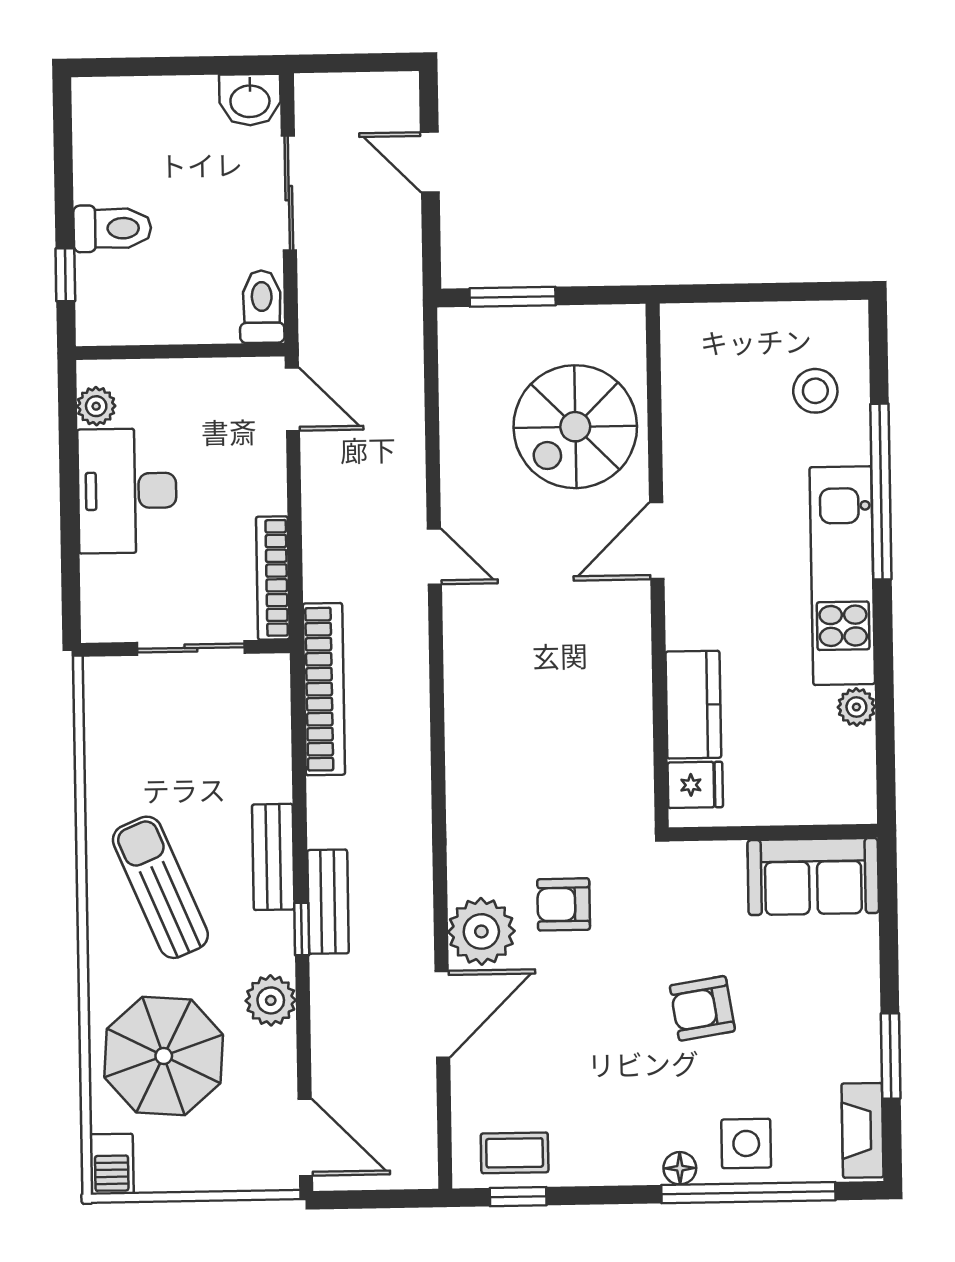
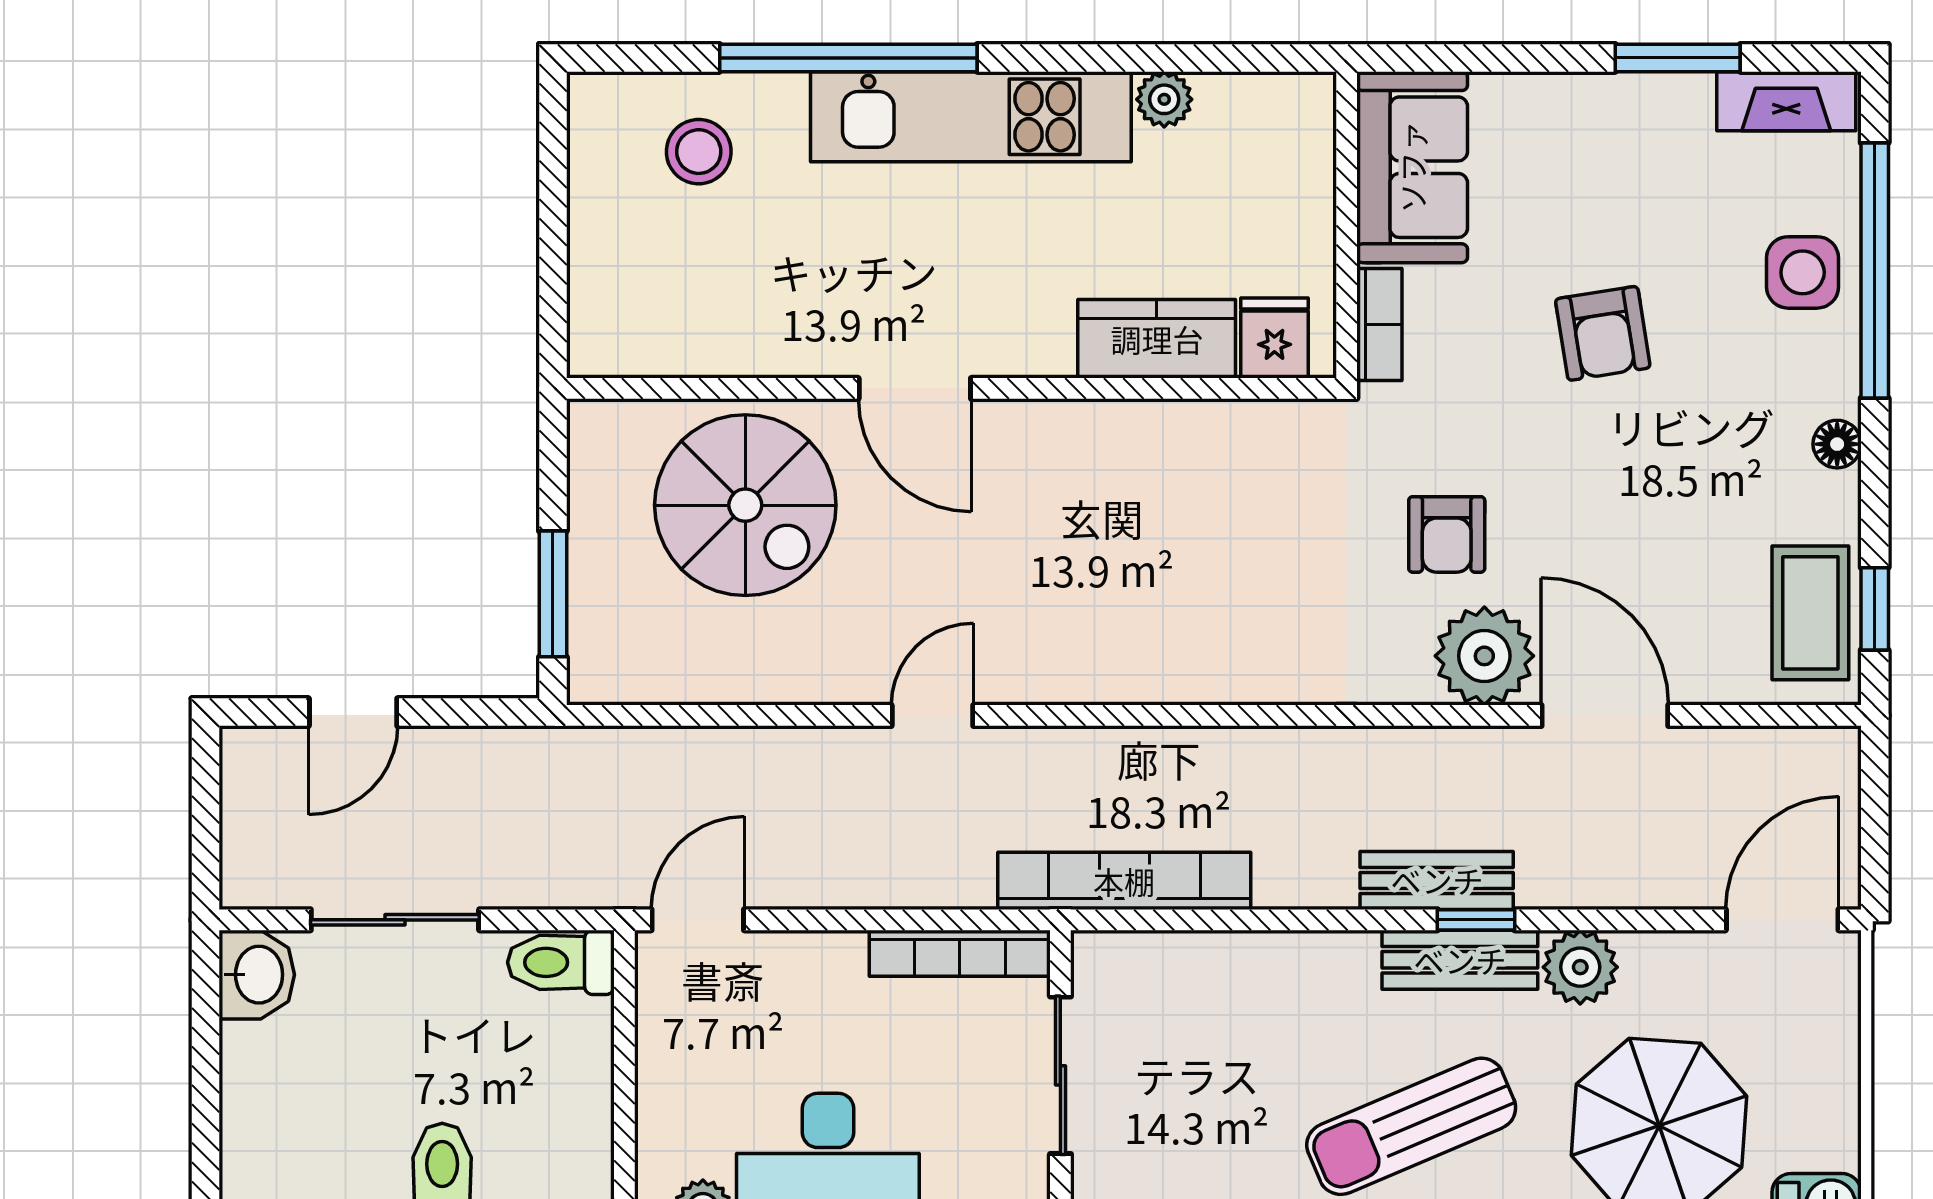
bookcase: (706, 856) -> (1379, 324), added
bench: (273, 857) -> (1460, 960), moved
coffee table: (515, 1153) -> (1810, 613), width x1.36, depth x1.30
floor lamp: (680, 1168) -> (1837, 444), moved

